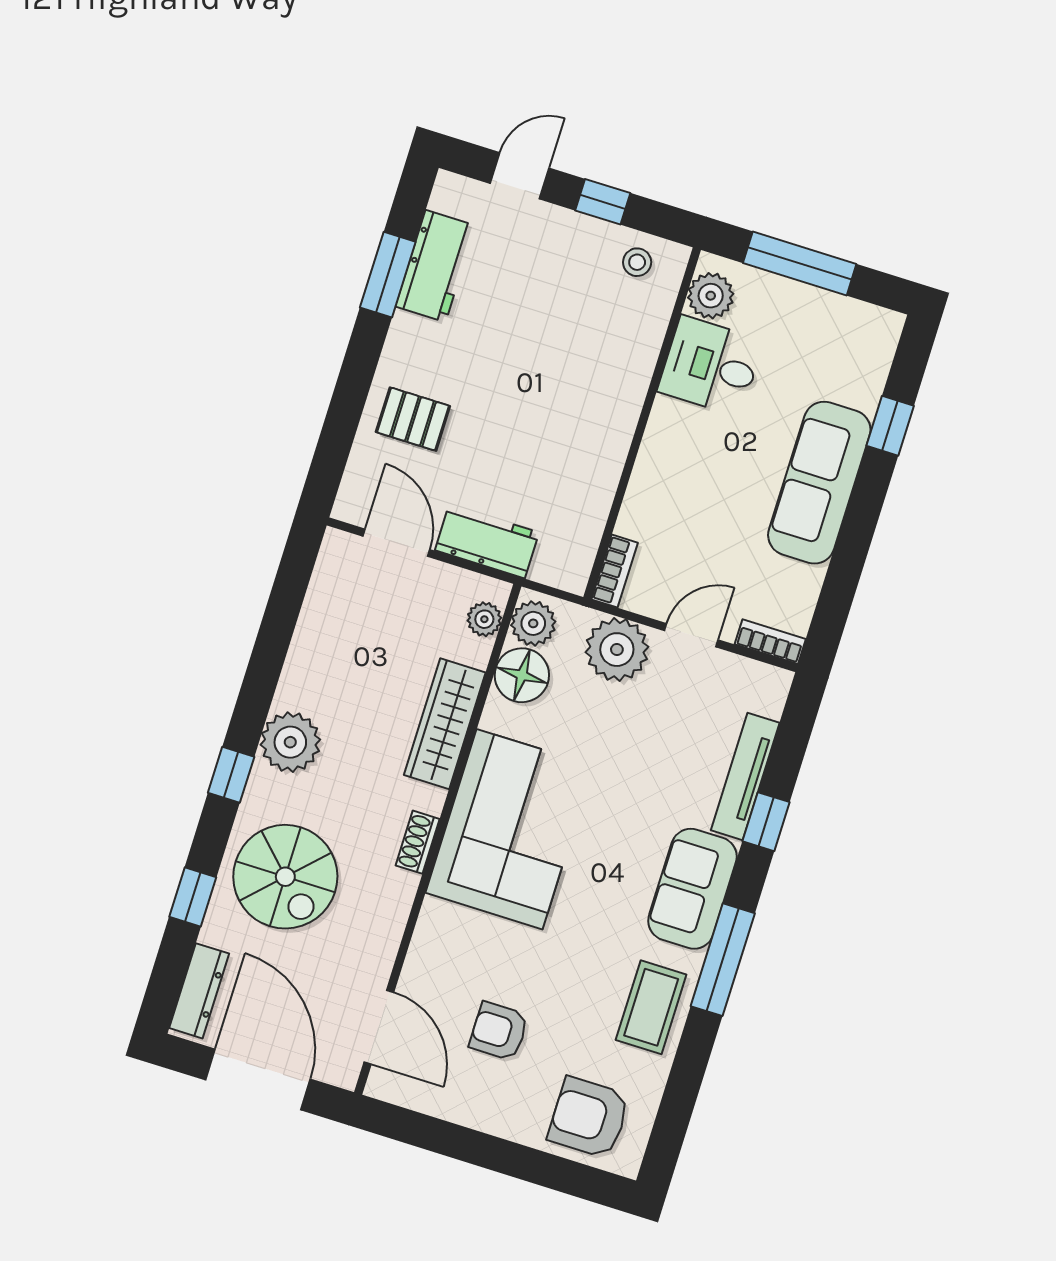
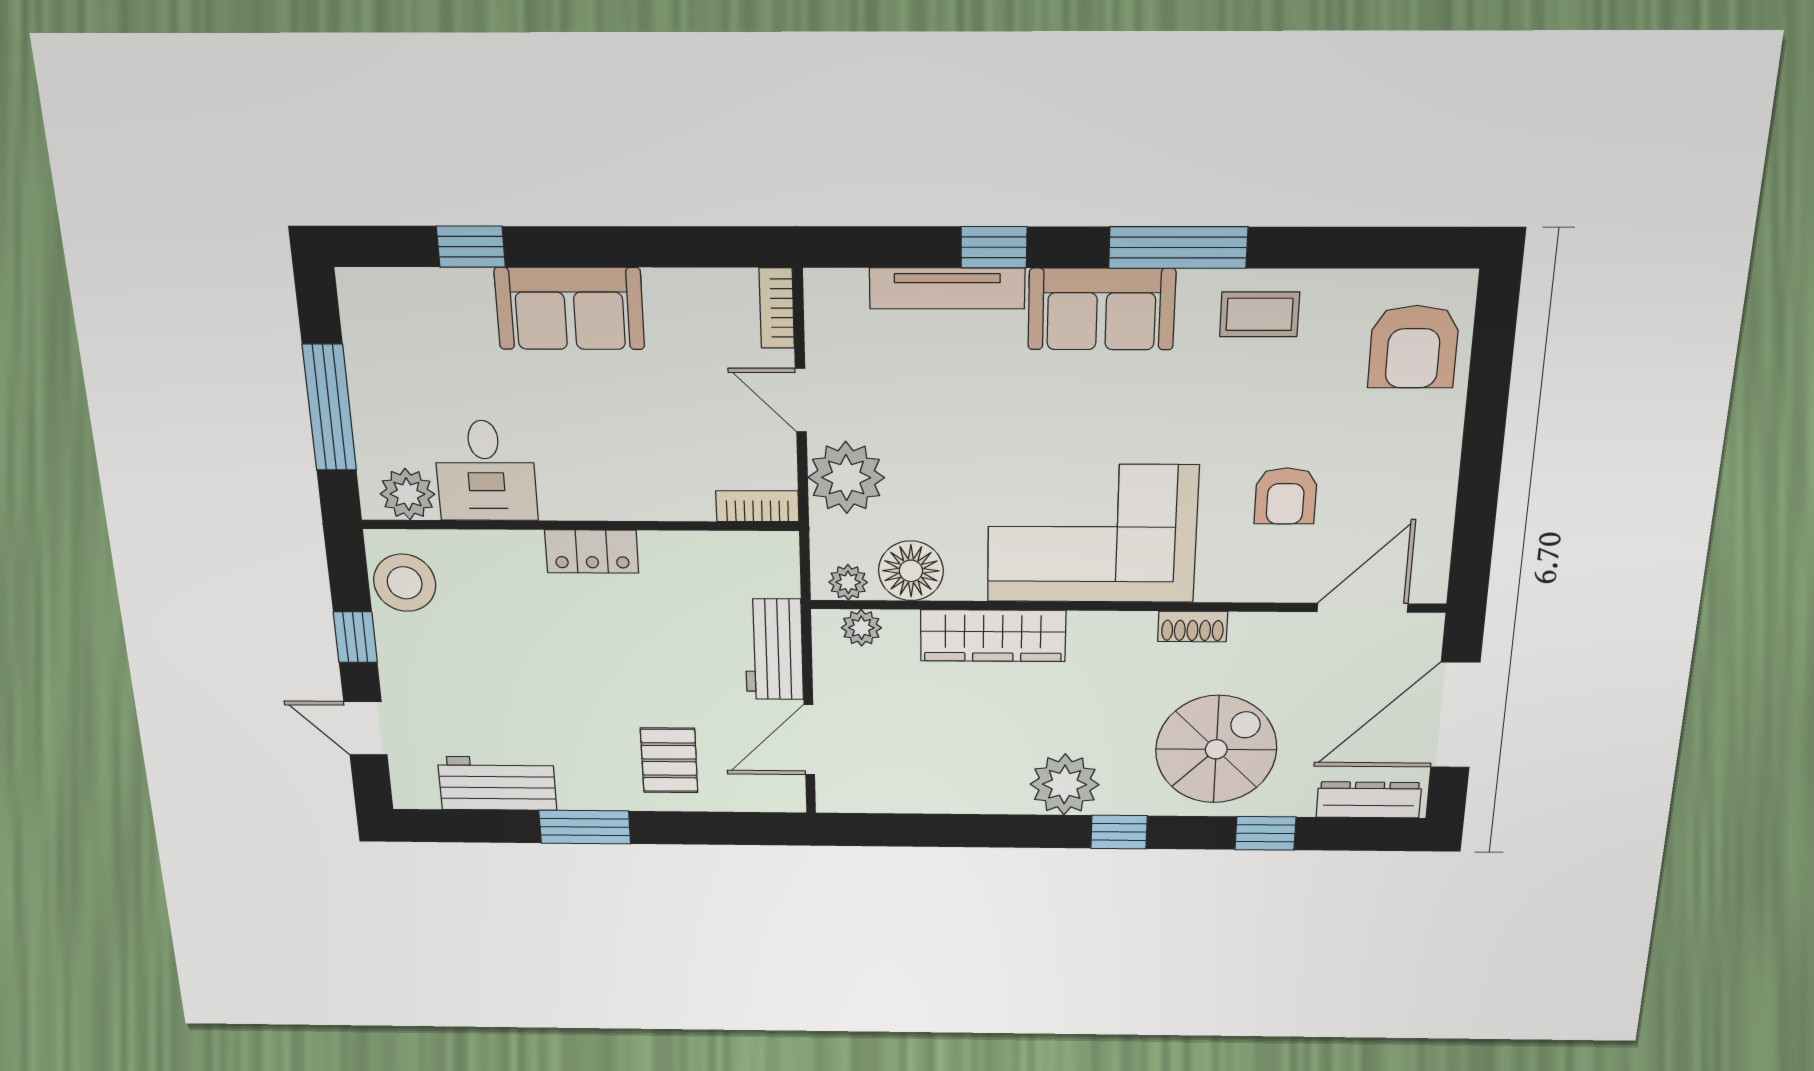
stool: (637, 262) -> (405, 583), width x1.89, depth x1.89
window: (388, 275) -> (585, 827), moved
locker: (617, 424) -> (592, 552), added
sofa: (819, 483) -> (570, 309), width x0.73
plant: (533, 623) -> (848, 582), width x0.73, depth x0.73
shoe rack: (418, 842) -> (1193, 626), moved
coffee table: (651, 1007) -> (1259, 314), width x0.73, depth x0.77
armchair: (499, 1031) -> (1286, 496), moved

